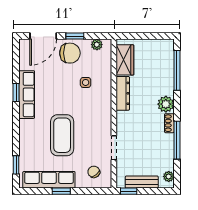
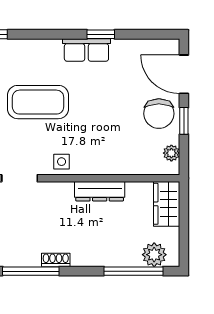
wardrobe: (125, 60) -> (167, 204), moved, turned 90
side table: (86, 82) -> (62, 162), moved
row of seats: (27, 95) -> (86, 50), width x0.68
plant: (166, 104) -> (154, 255), moved

